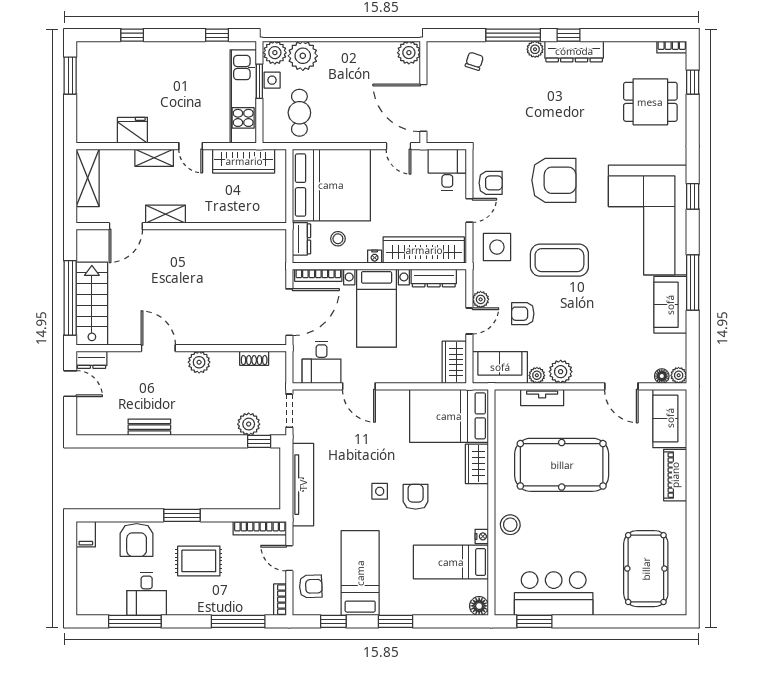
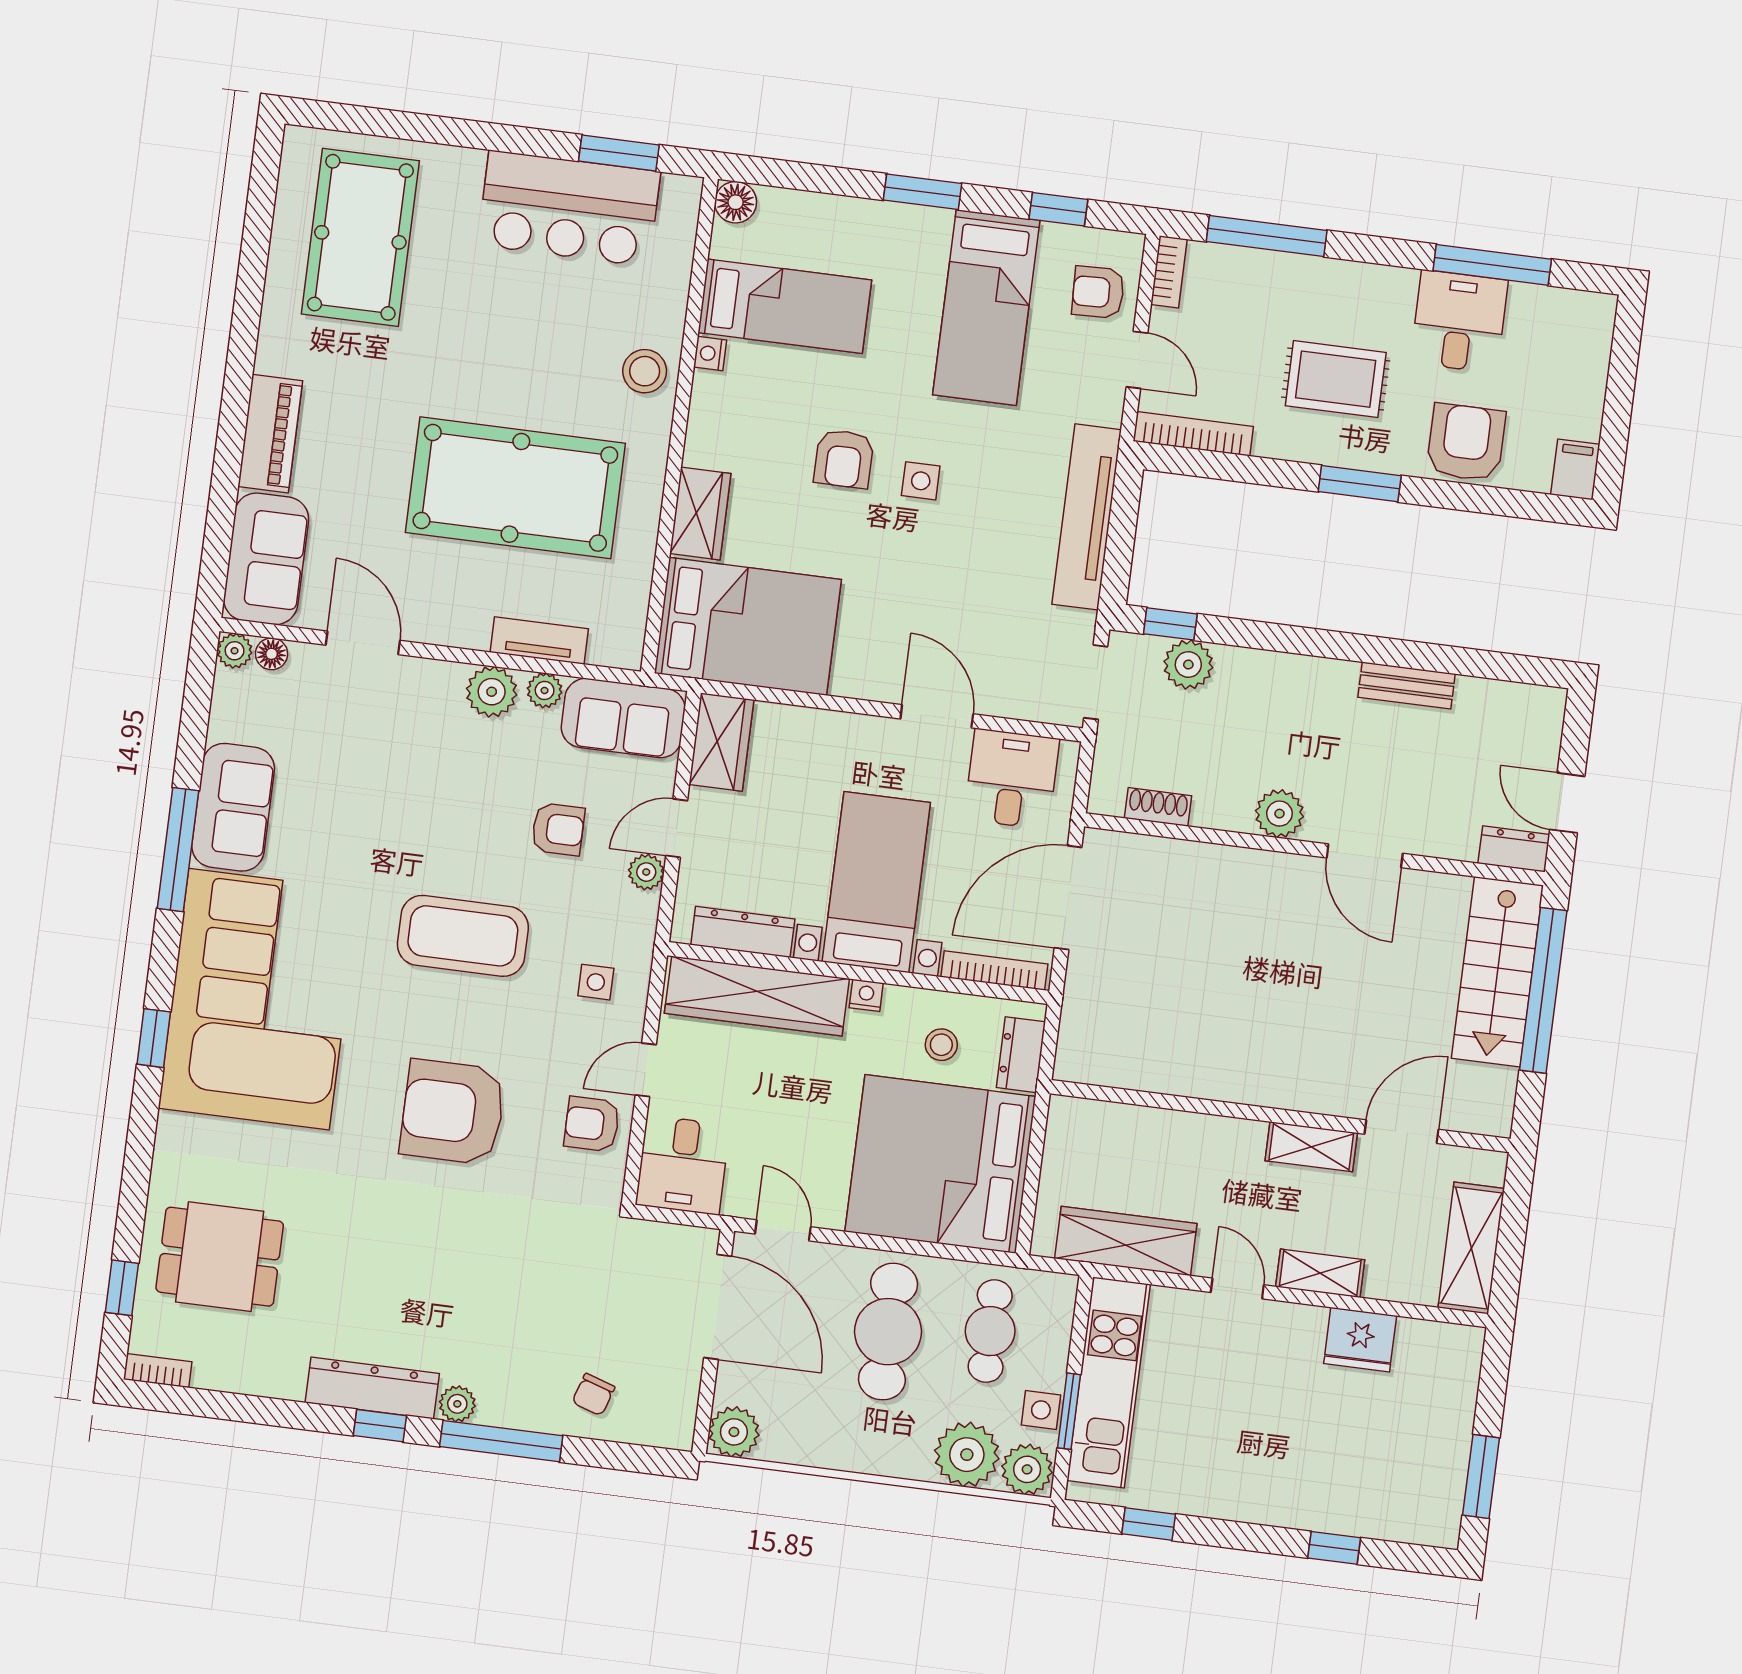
cafe table: (345, 107) -> (888, 1332), added
side table: (497, 247) -> (596, 982), width x0.54, depth x0.54

